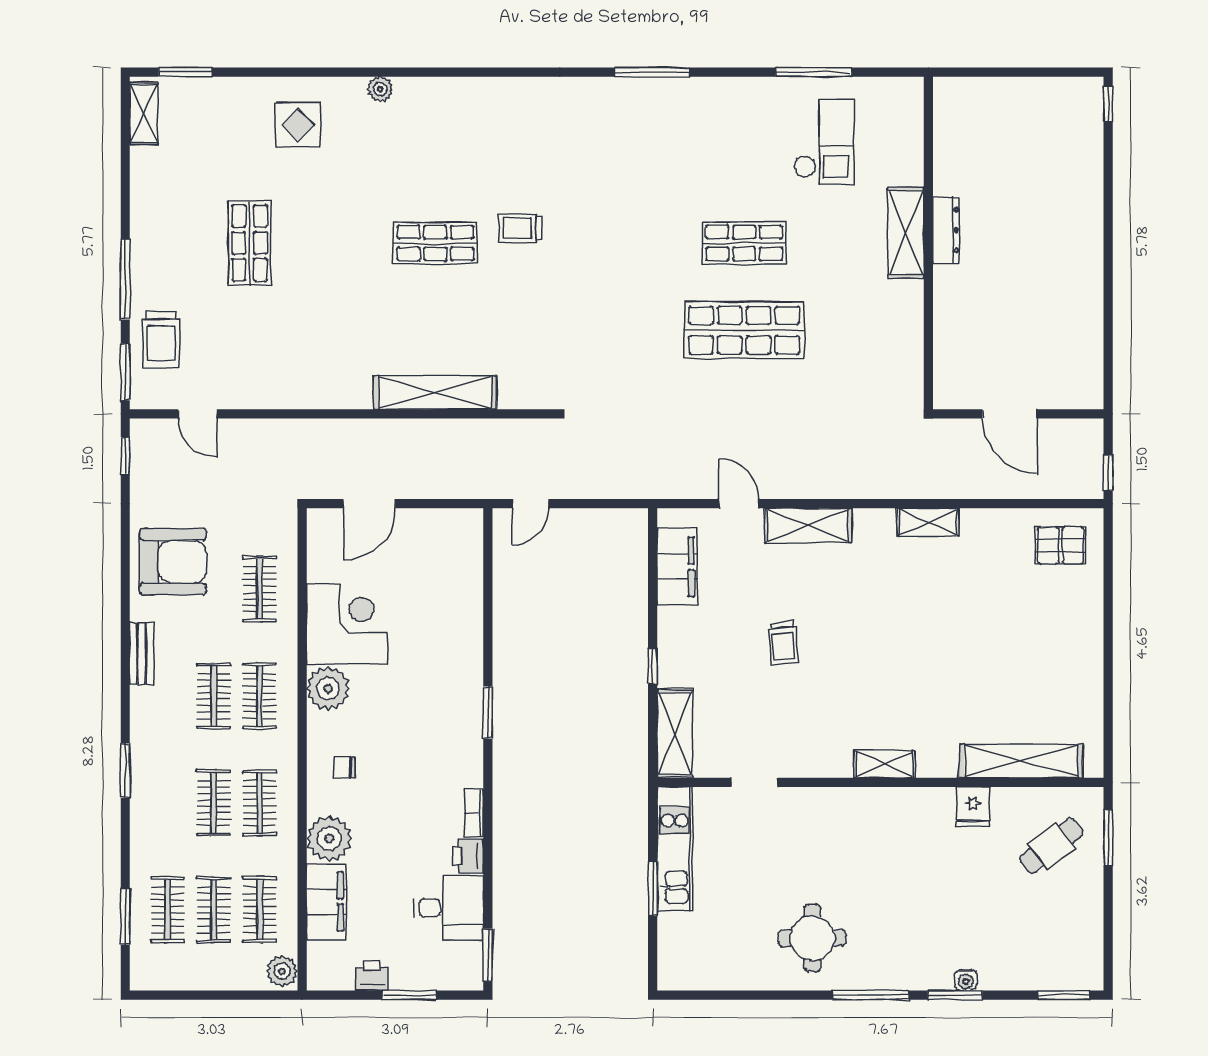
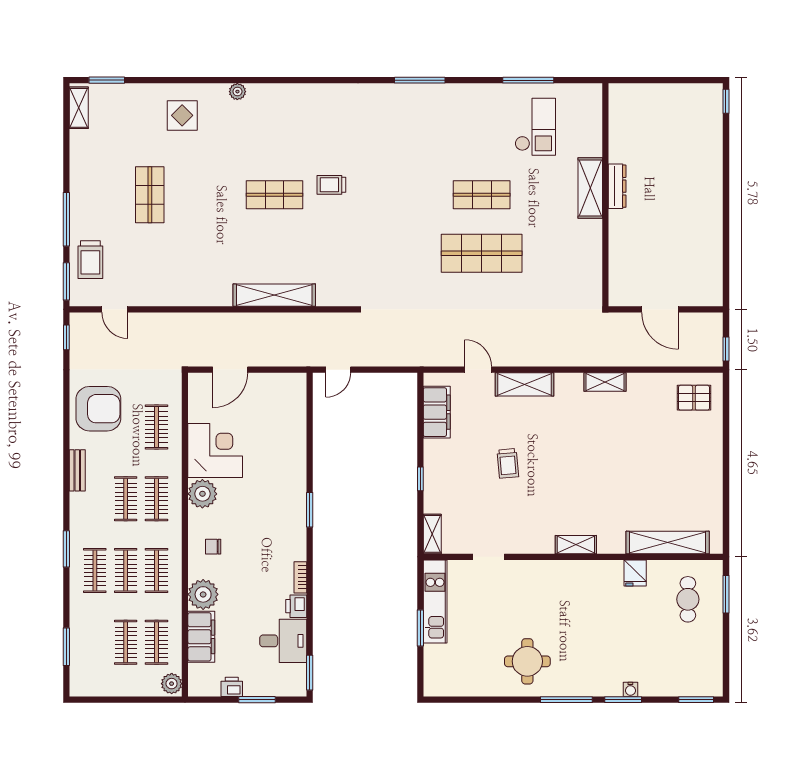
shelving: (675, 734) -> (432, 534), width x0.67, depth x0.75
cafe table: (1051, 846) -> (688, 599), turned -52
clothes rail: (168, 910) -> (95, 571), moved

